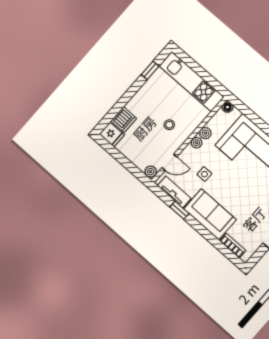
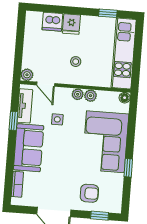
fridge: (112, 134) -> (71, 24), moved

